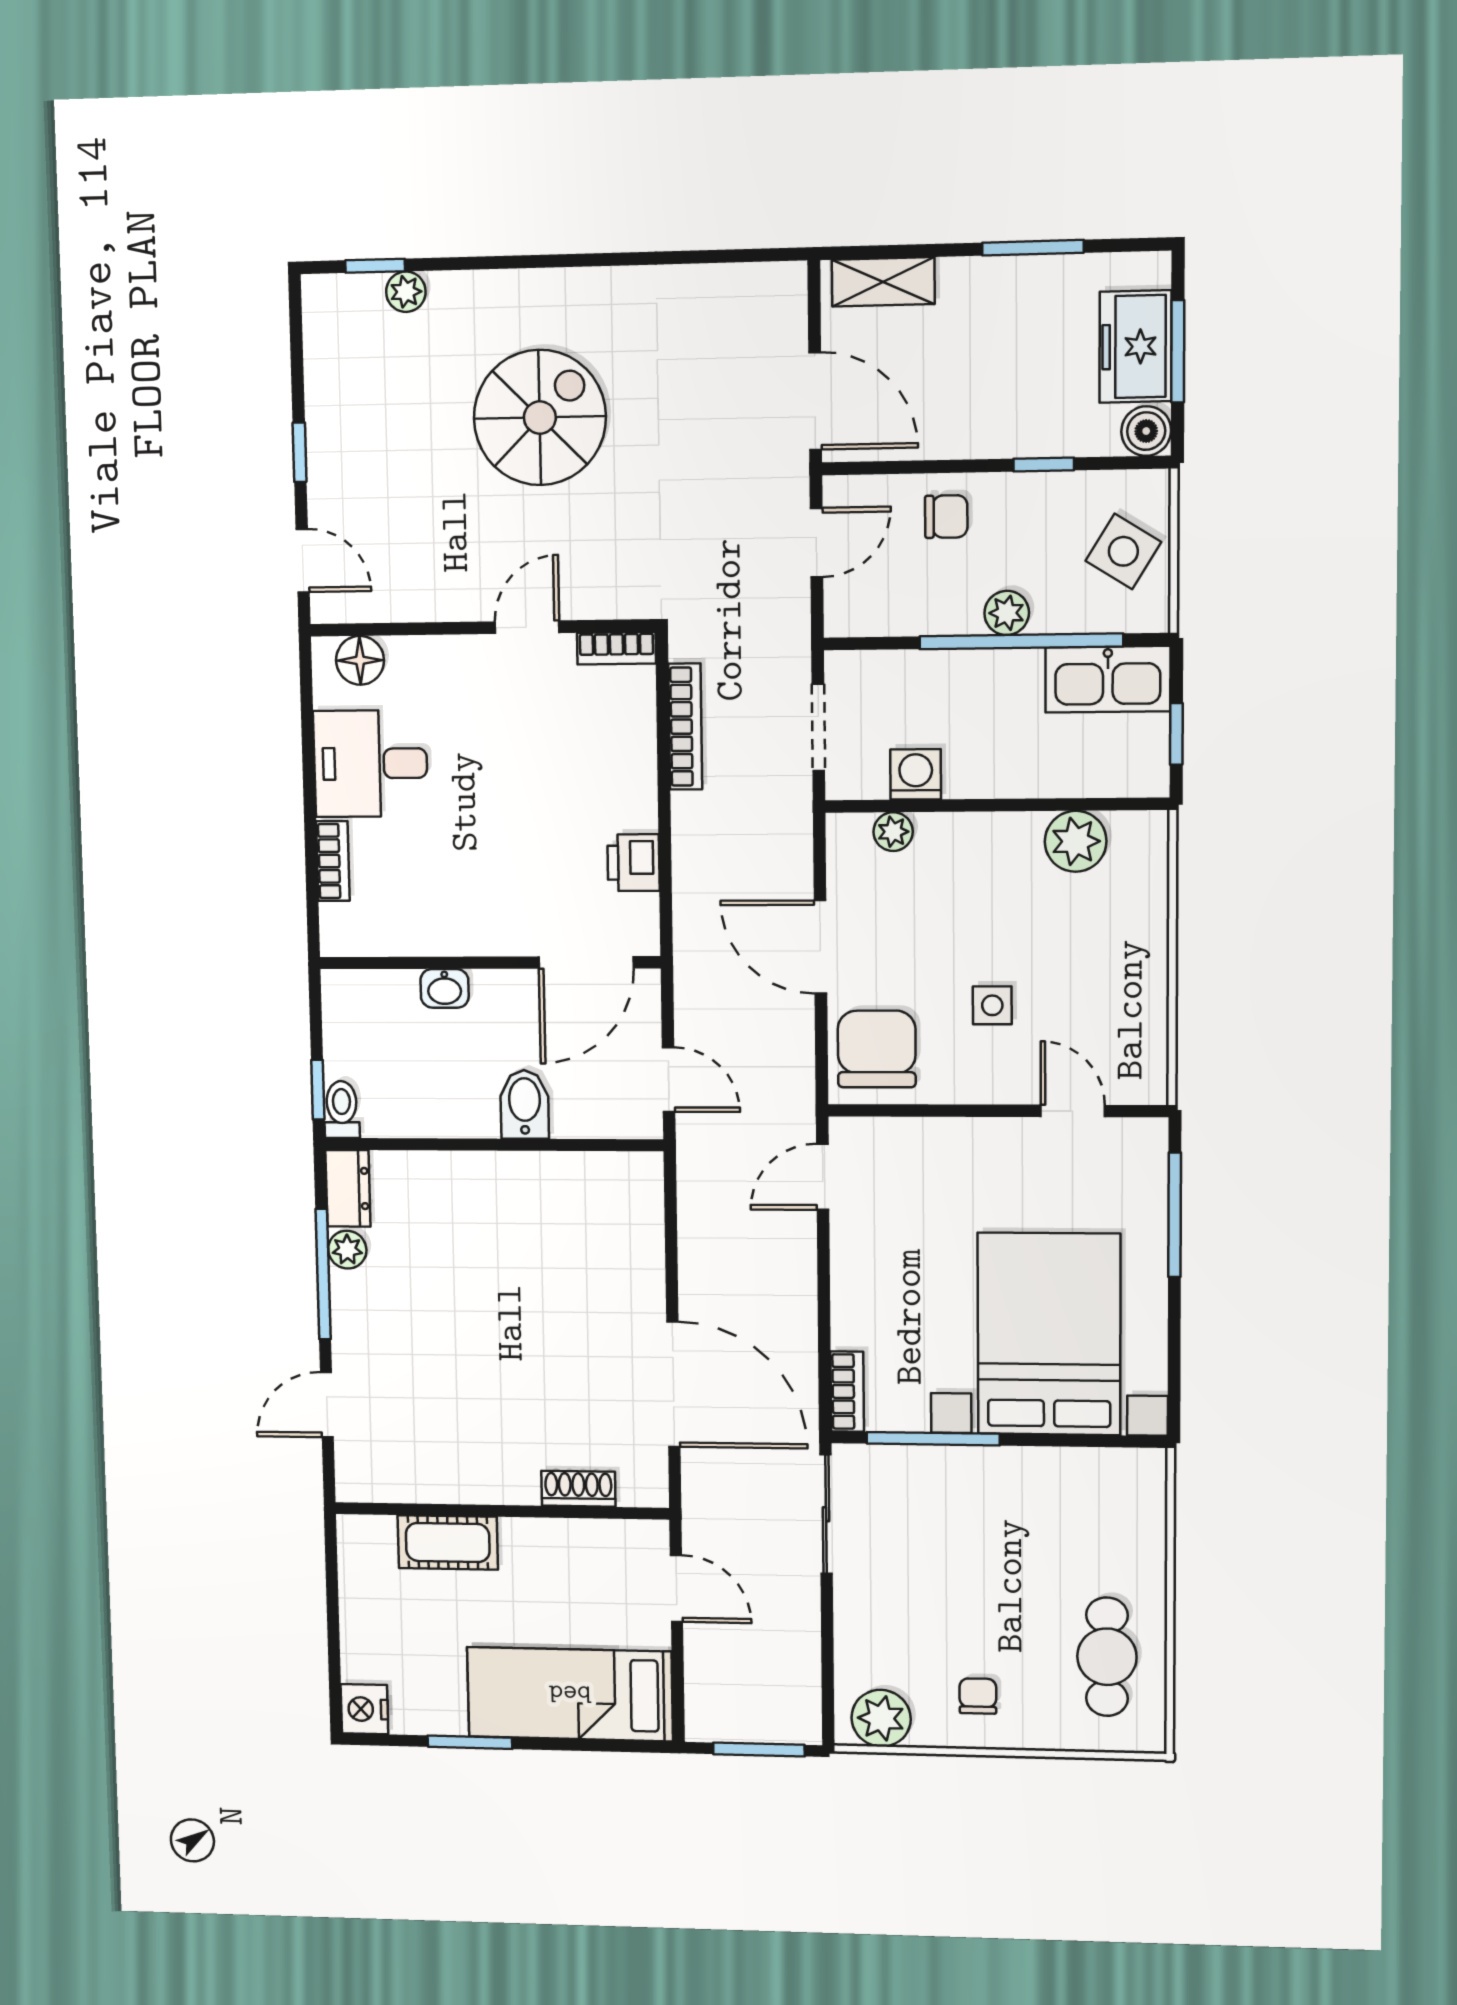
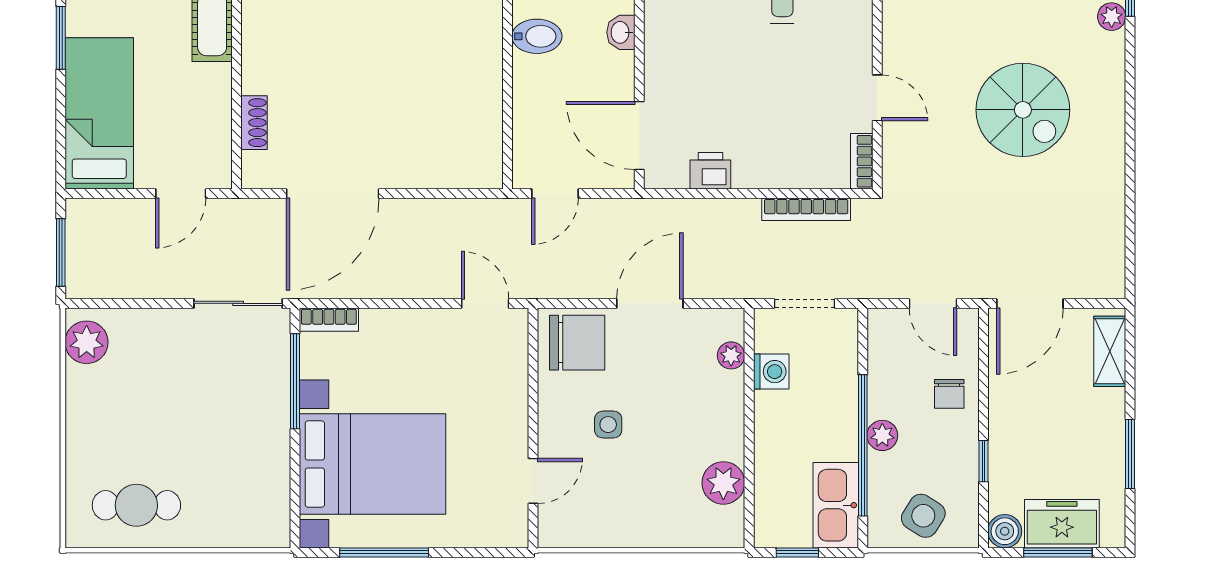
bidet: (525, 1104) -> (537, 36), moved
window: (1175, 1215) -> (384, 552), moved
chair: (978, 1696) -> (105, 412), removed

